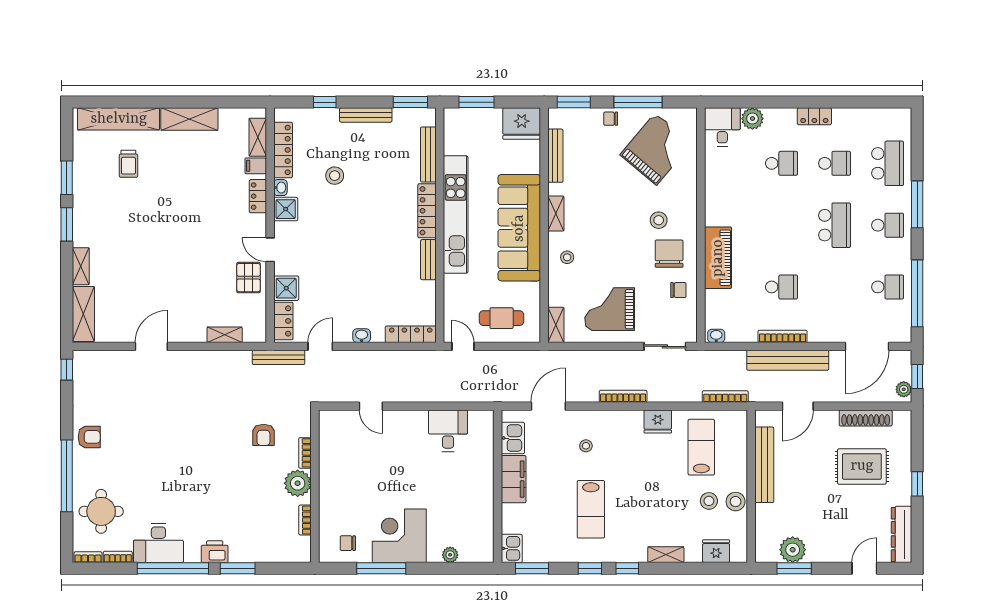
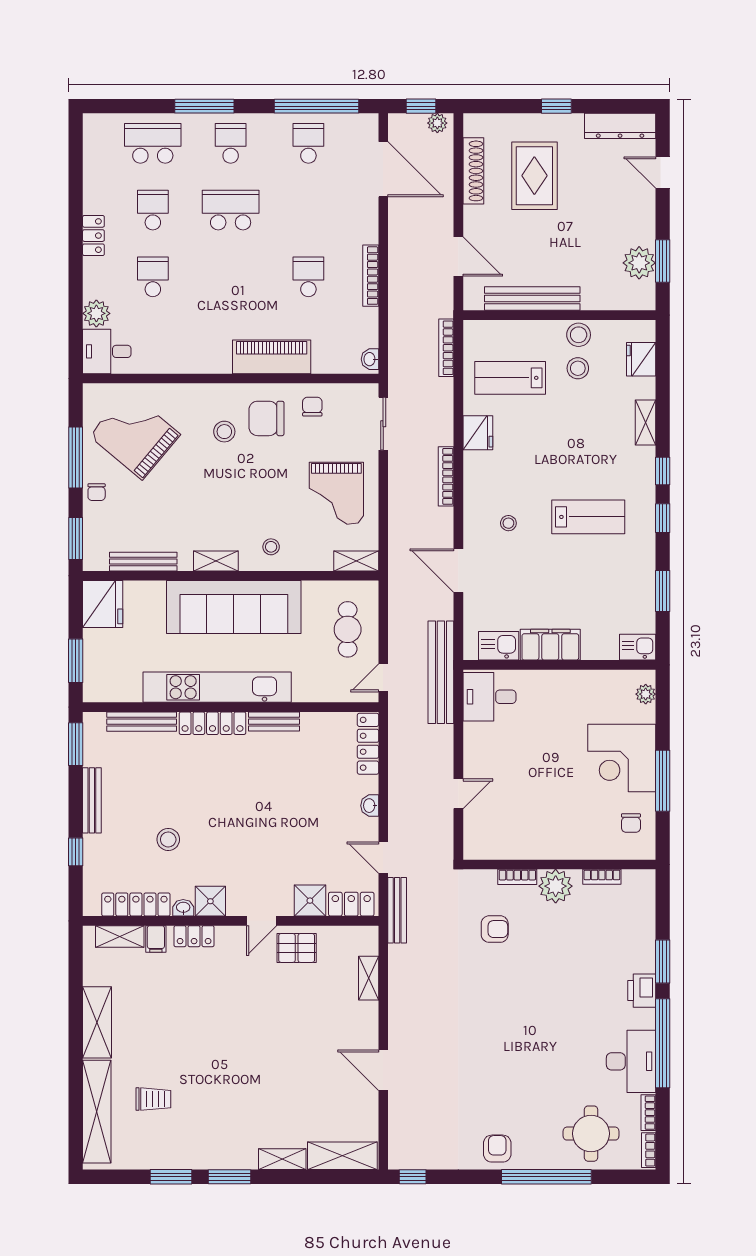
bench: (788, 360) -> (441, 672), moved
kitchen sink: (513, 438) -> (499, 646), moved
filing cabinet: (514, 479) -> (550, 645), moved
wall: (498, 486) -> (559, 665), moved
kitchen sink: (512, 548) -> (638, 647), moved

